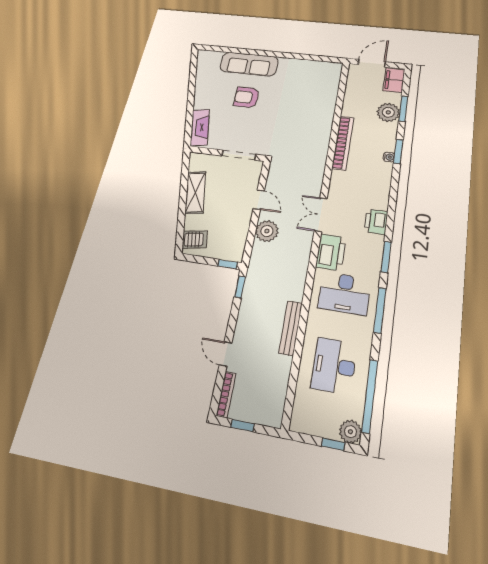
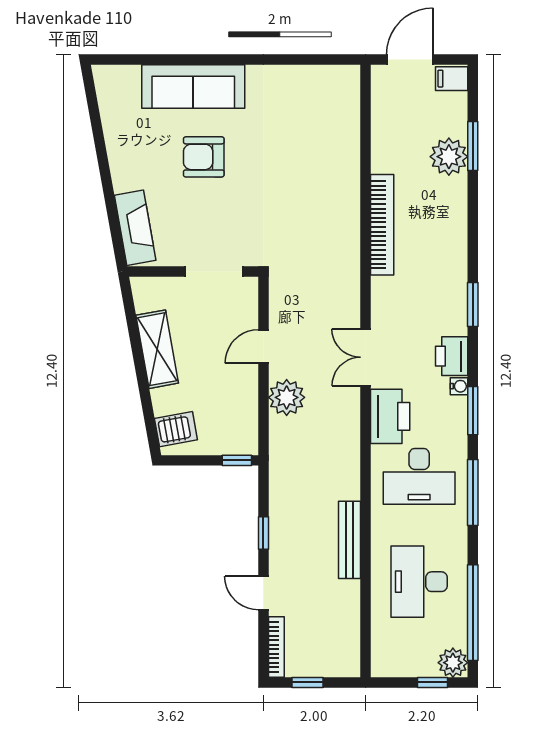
filing cabinet: (394, 80) -> (452, 79), width x0.50
window: (398, 151) -> (473, 305), moved
water cooler: (389, 157) -> (459, 386), moved
door: (259, 200) -> (263, 347), swing flipped
window: (240, 287) -> (263, 533), moved

